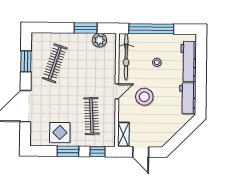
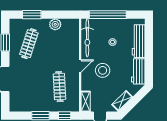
window: (86, 28) -> (32, 15), moved
plant: (99, 40) -> (55, 24), moved
display table: (60, 132) -> (34, 100), removed
shelving: (168, 134) -> (122, 101), added

